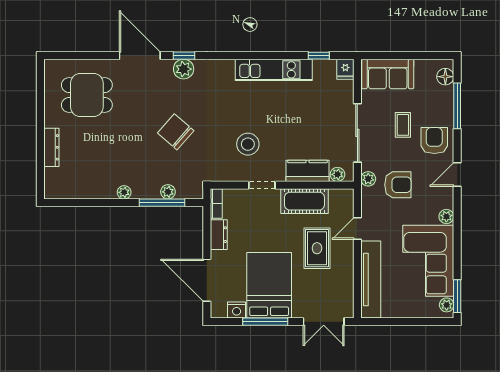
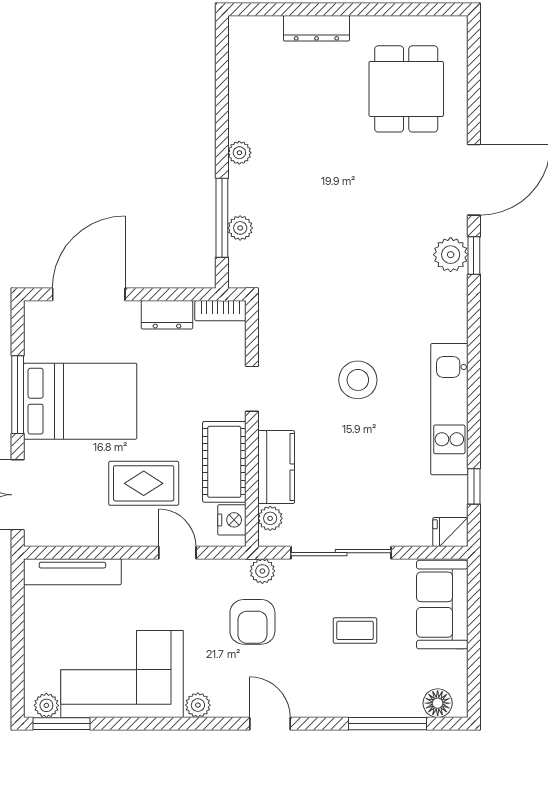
chair: (176, 132) -> (343, 241), removed
armchair: (434, 141) -> (328, 684), removed
stool: (248, 144) -> (358, 380), moved
tv unit: (371, 280) -> (72, 572), width x0.73, depth x0.78
nightstand: (237, 310) -> (232, 520), moved, turned 180

